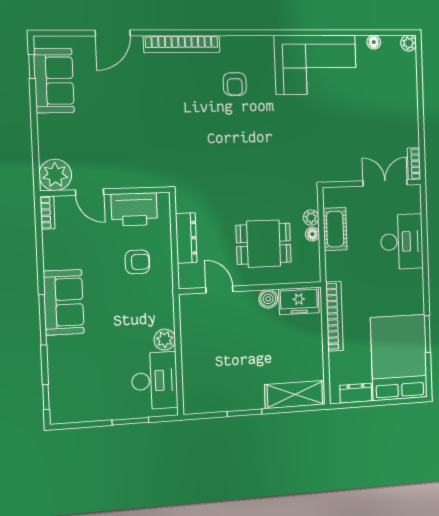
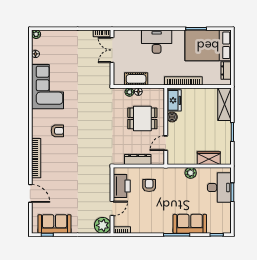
desk: (402, 242) -> (157, 42), moved
dining table: (264, 244) -> (142, 118), turned 90
sofa: (64, 302) -> (190, 224), moved
wardrobe: (194, 372) -> (209, 158), added
desk: (155, 381) -> (219, 188), moved, turned 90

